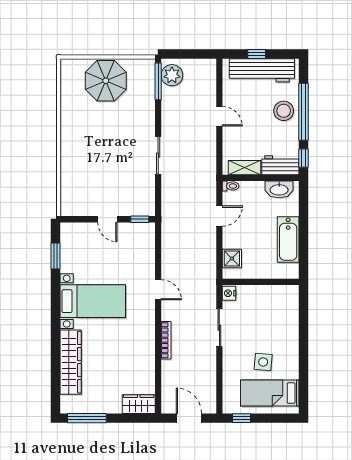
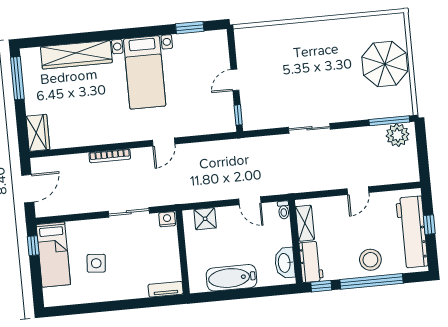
tv unit: (293, 301) -> (166, 289), added
bed: (270, 393) -> (53, 255), moved, turned 180

